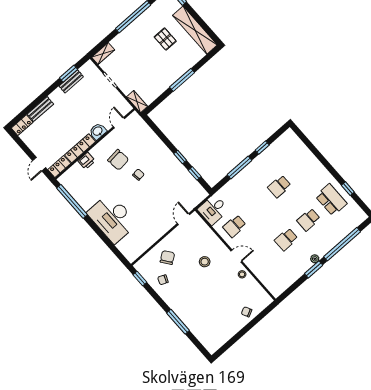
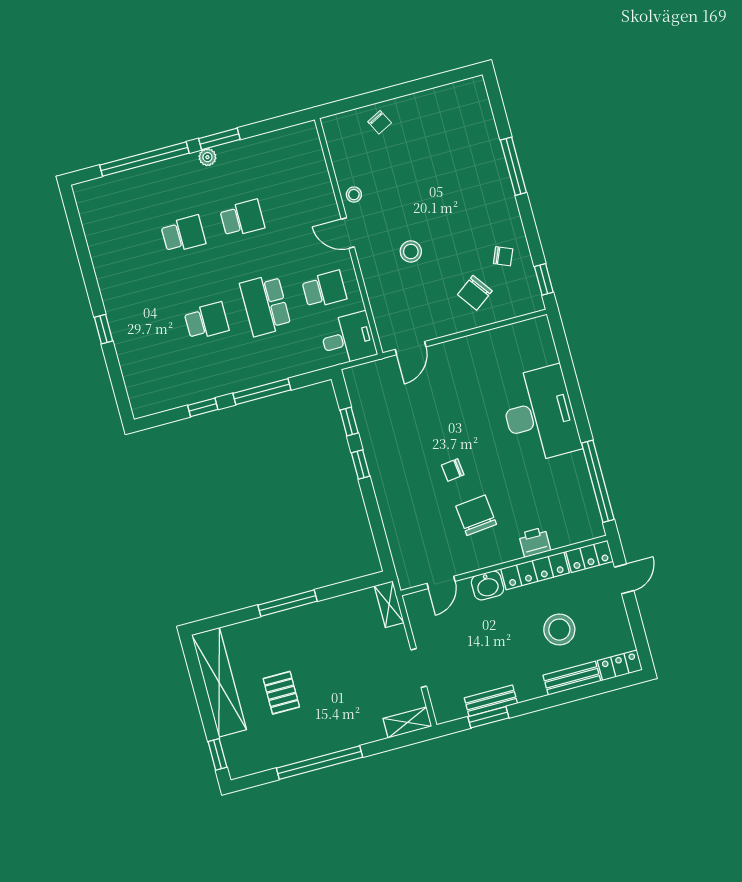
stool: (57, 128) -> (559, 630), added
window: (348, 189) -> (103, 329), moved
school desk: (331, 200) -> (265, 305), moved

